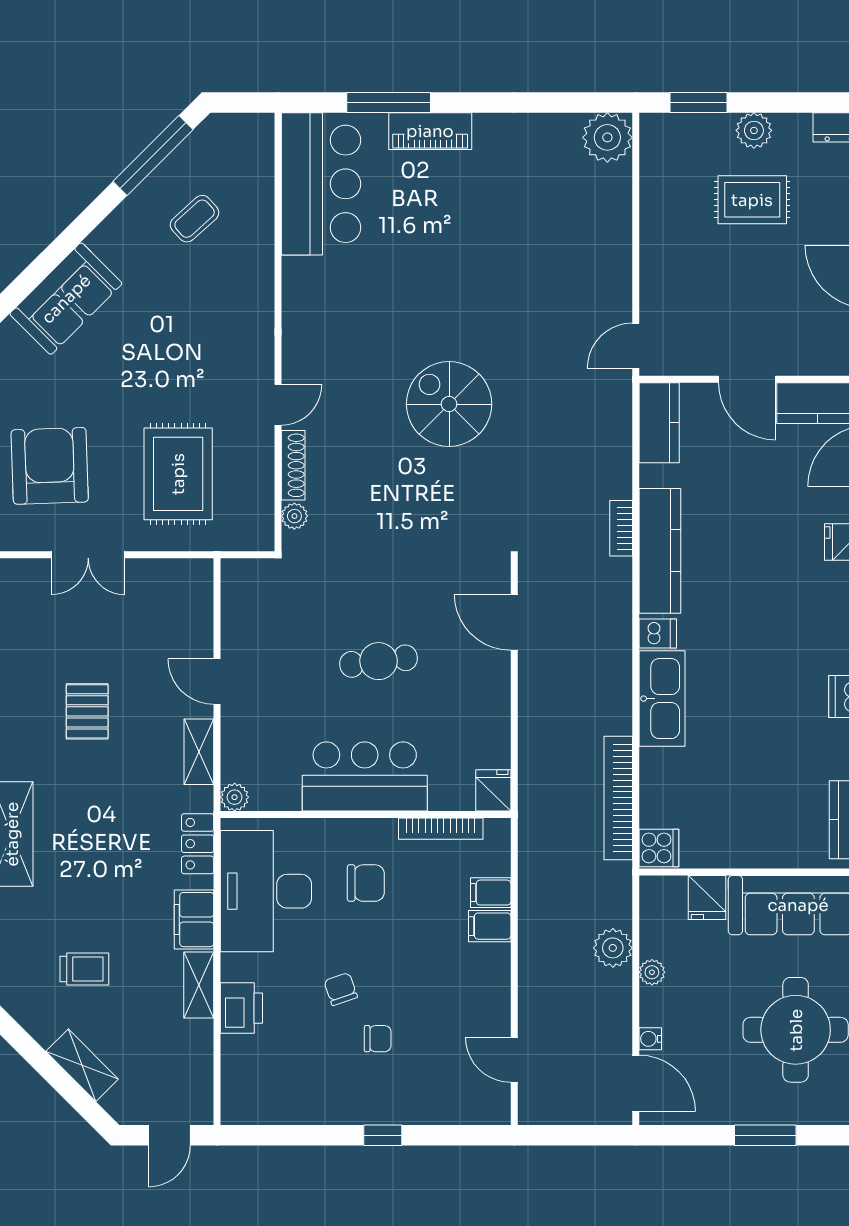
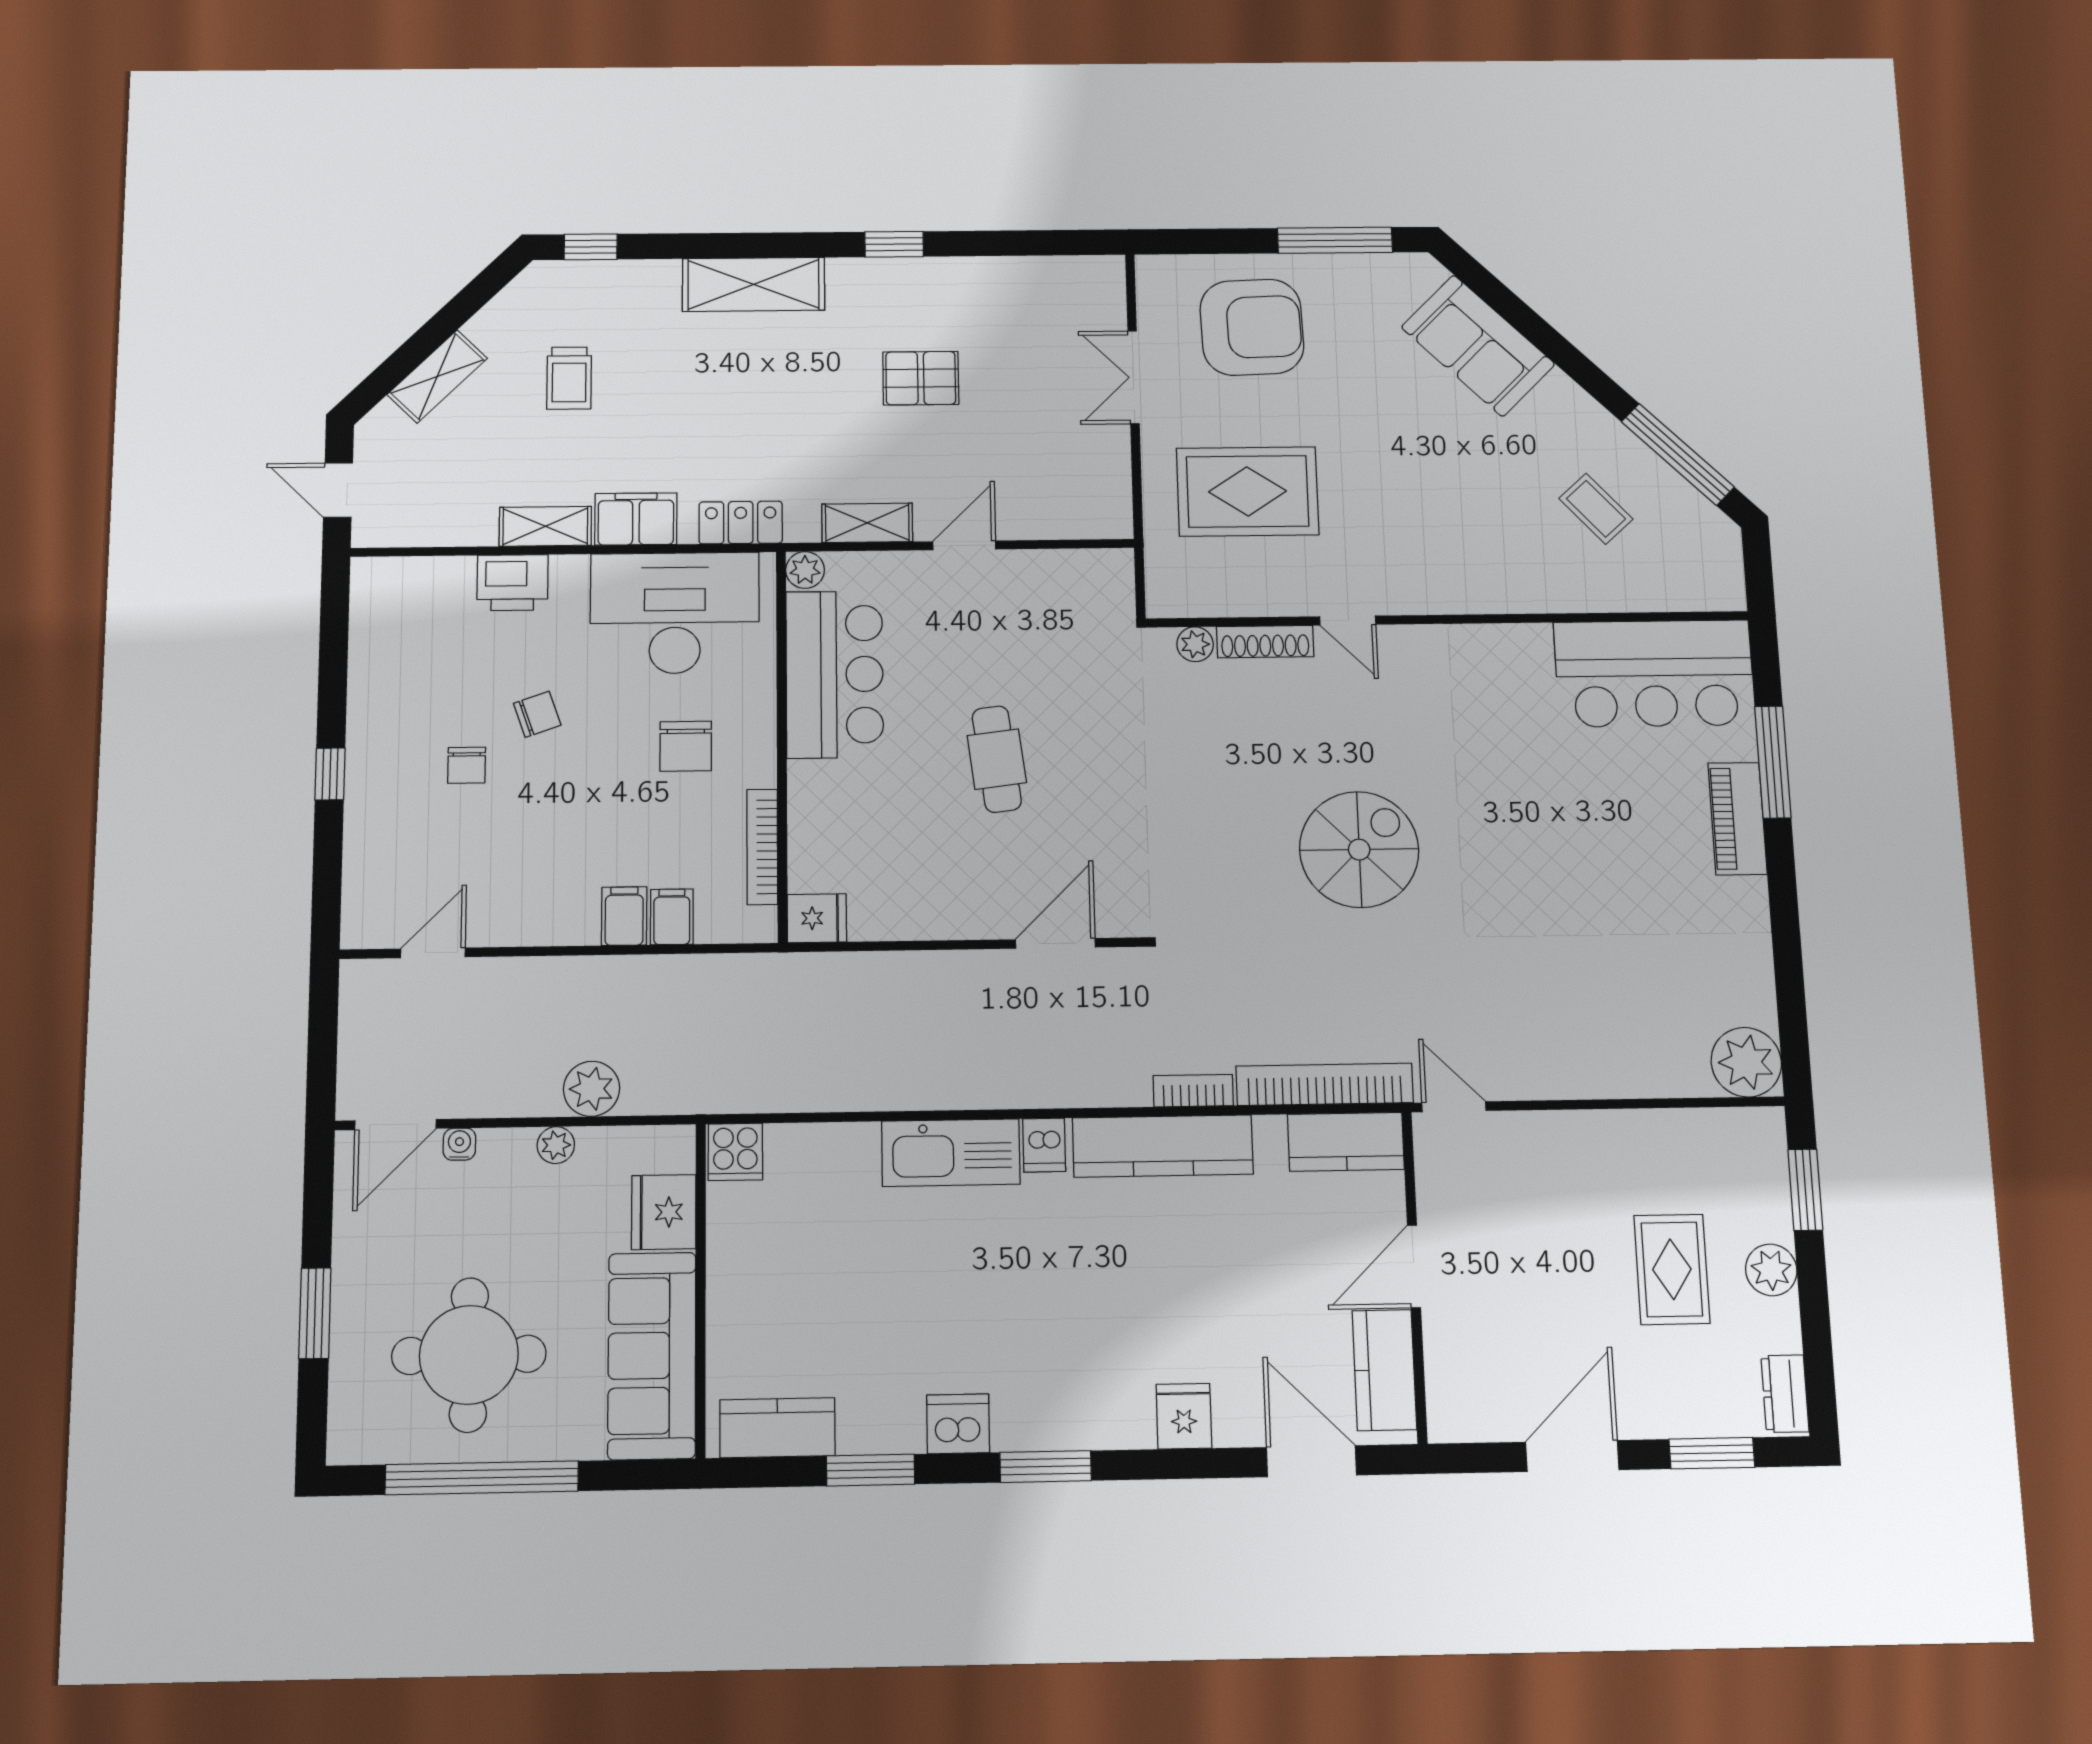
bar counter: (365, 776) -> (835, 674), moved
bookcase: (618, 798) -> (1325, 1084), moved
fridge: (707, 897) -> (664, 1212), width x1.38

